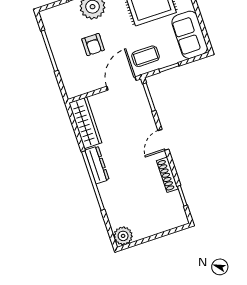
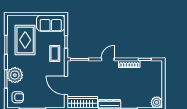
armchair: (93, 45) -> (18, 97), moved
door: (121, 83) -> (66, 85), moved
door: (163, 140) -> (108, 59), swing flipped

